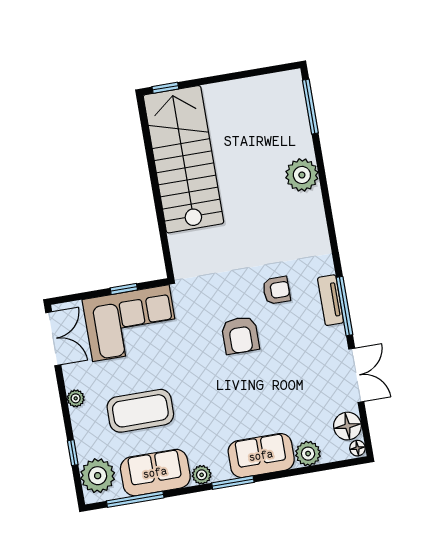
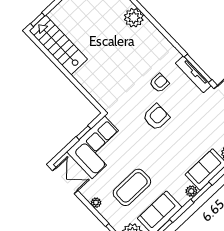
stairs: (183, 159) -> (58, 45), width x0.73, depth x0.66
tv unit: (331, 300) -> (193, 74), width x1.41
armchair: (240, 335) -> (156, 117), turned -90
plant: (202, 475) -> (191, 191), moved

